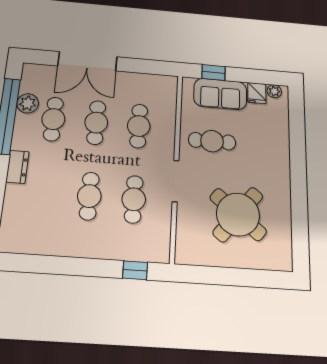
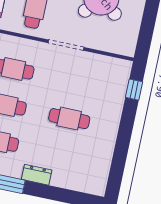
cafe table: (134, 199) -> (77, 82), removed

